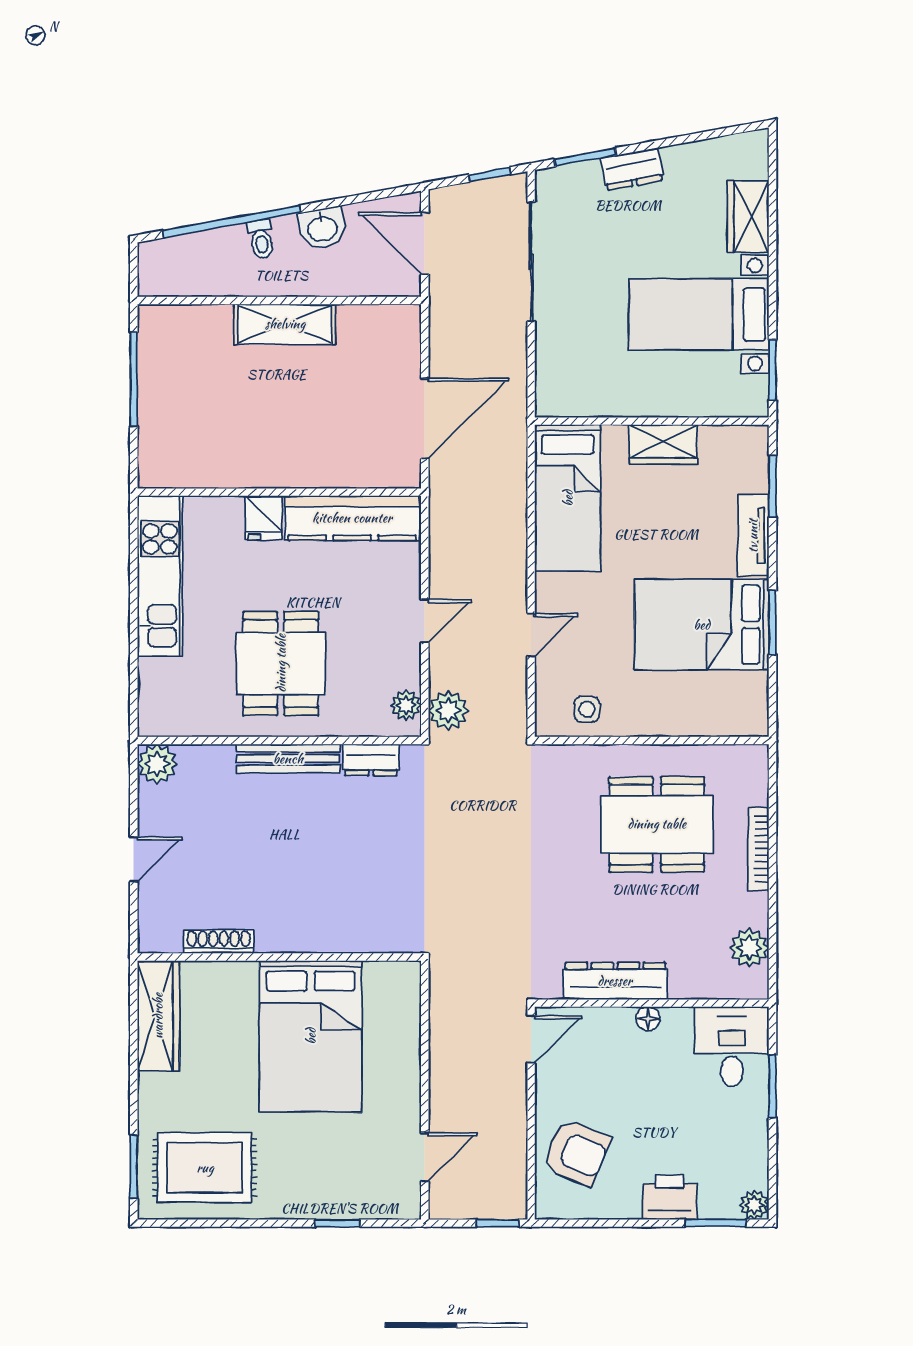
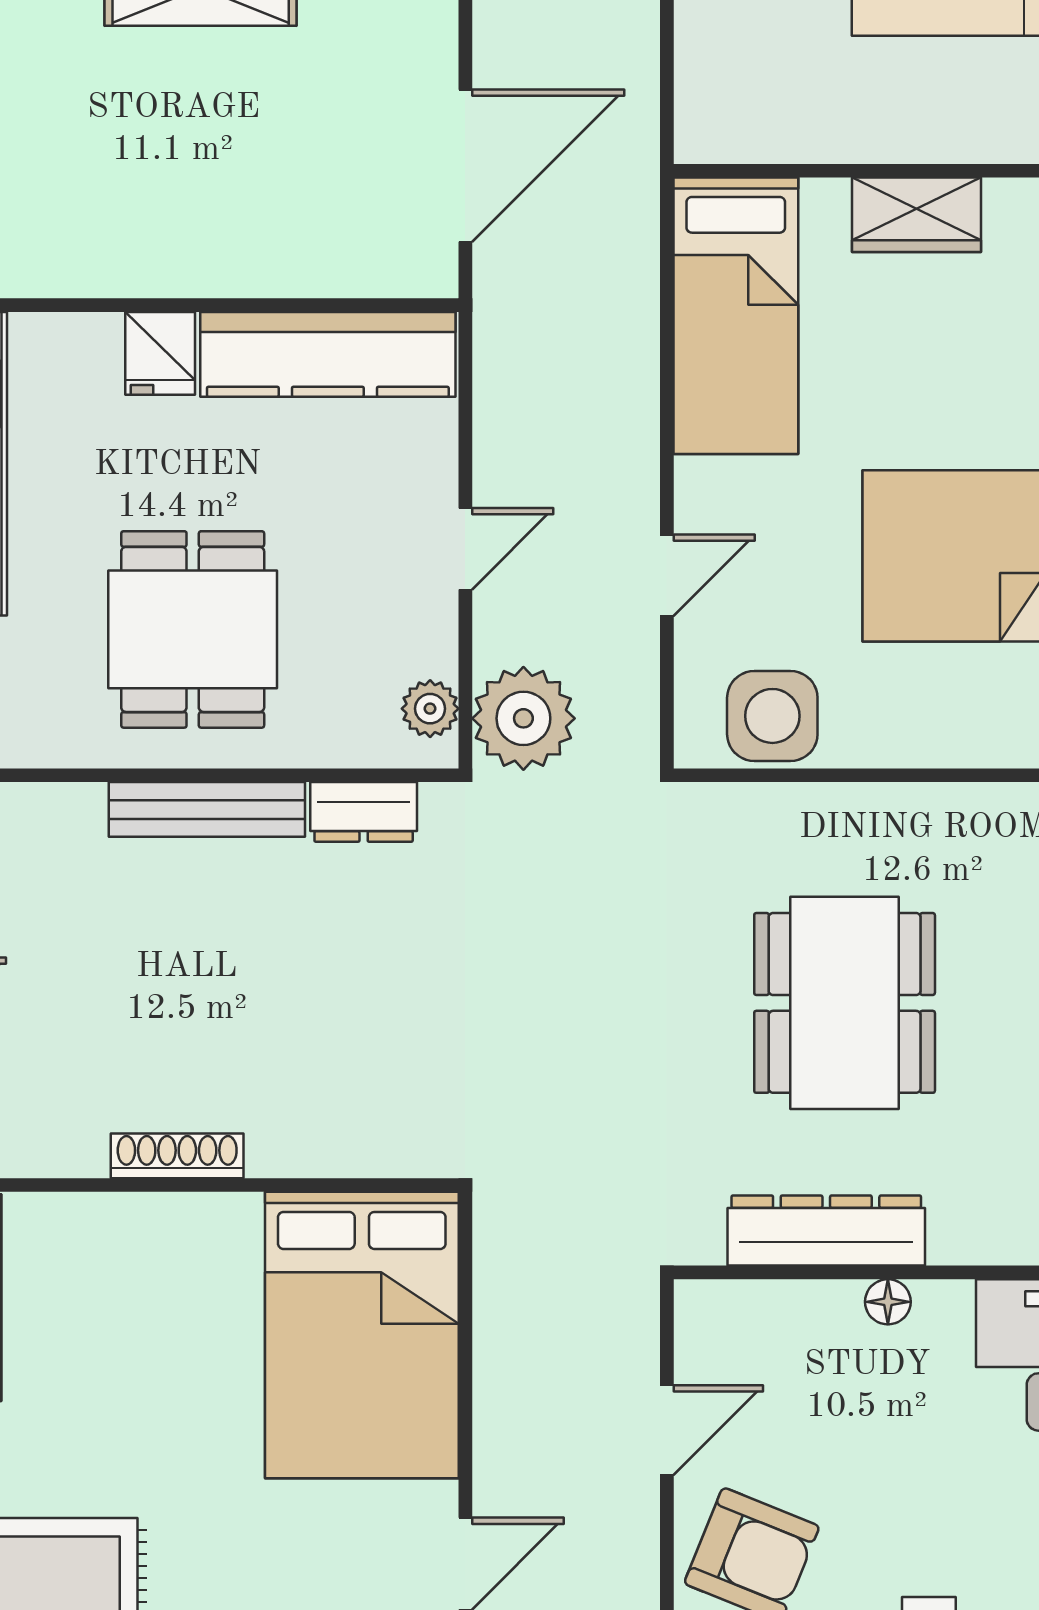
side table: (587, 709) -> (772, 716), width x1.87, depth x1.87
plant: (448, 710) -> (523, 718), width x1.36, depth x1.36
dining table: (657, 824) -> (845, 1003), moved, turned 90
shoe rack: (219, 942) -> (177, 1156), moved
bed: (311, 1036) -> (362, 1335), moved
door: (531, 1039) -> (667, 1430), moved

